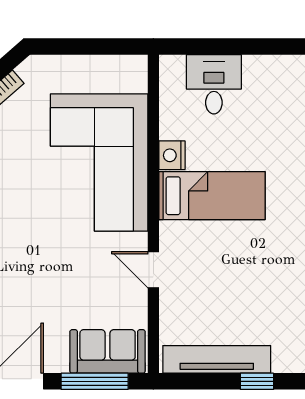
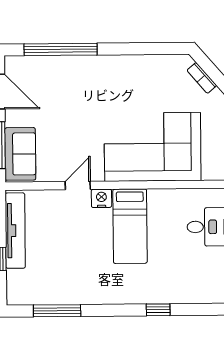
nightstand: (172, 155) -> (101, 198), moved

